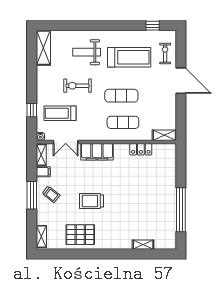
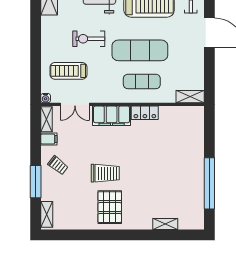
exercise mat: (121, 96) -> (140, 50), width x1.36, depth x1.45
window: (32, 110) -> (36, 67), removed
locker: (141, 149) -> (145, 113), moved
window: (32, 195) -> (36, 182), moved
trolley: (92, 201) -> (105, 173), turned 180
pallet: (80, 235) -> (110, 207), moved, turned 90

